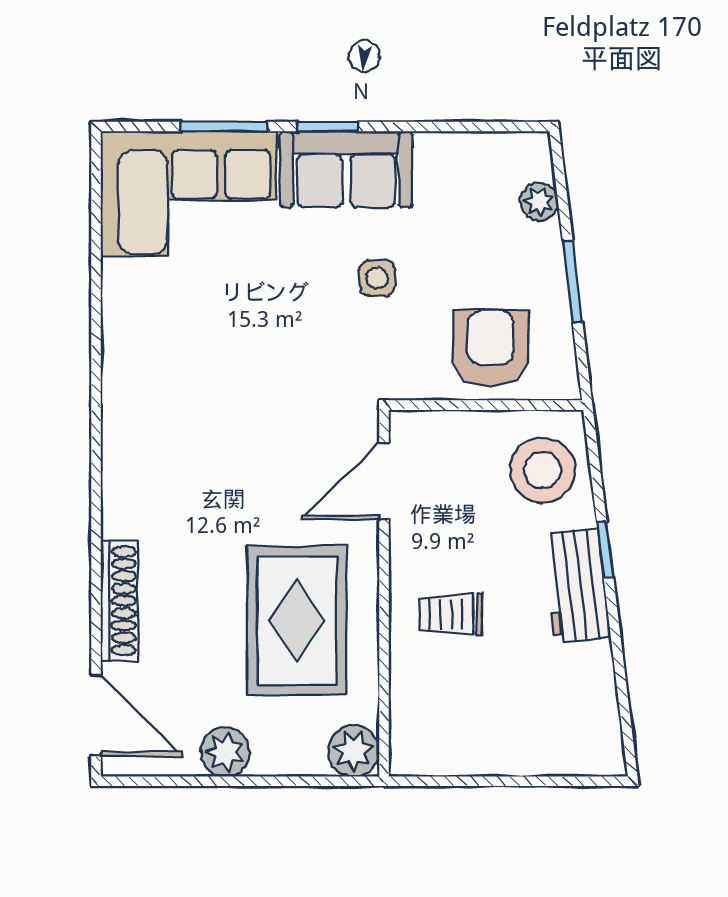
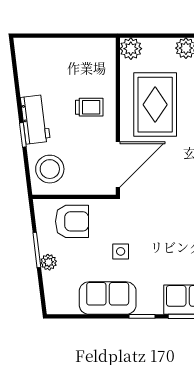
sofa: (346, 169) -> (108, 298), moved
plant: (539, 202) -> (49, 262), moved
armchair: (491, 348) -> (72, 221), turned -90
door: (384, 481) -> (118, 164), width x1.36

